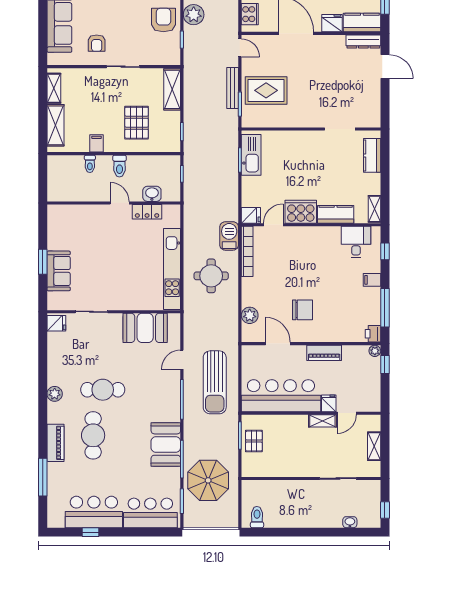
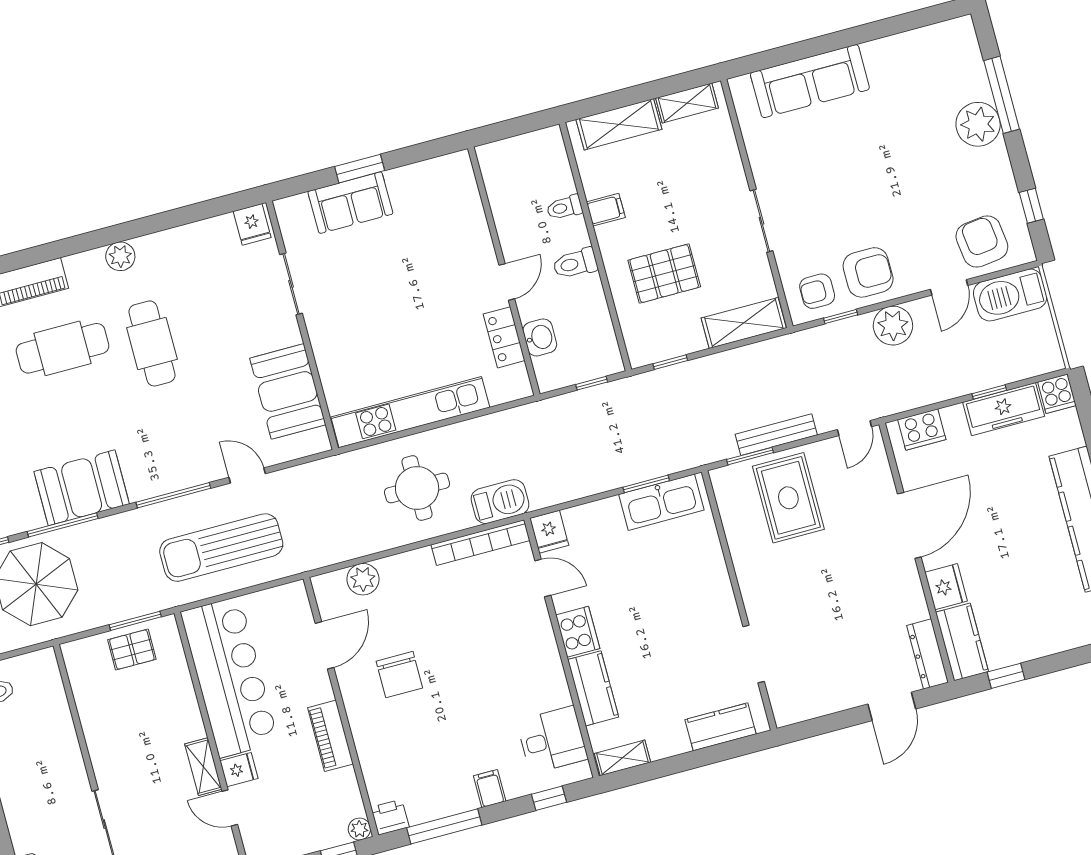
armchair: (97, 43) -> (817, 291), moved
cooker: (301, 212) -> (578, 632), width x0.73, depth x0.76

